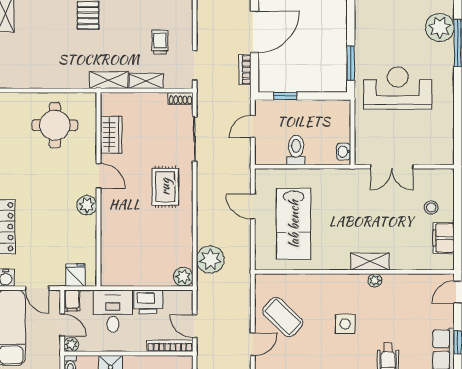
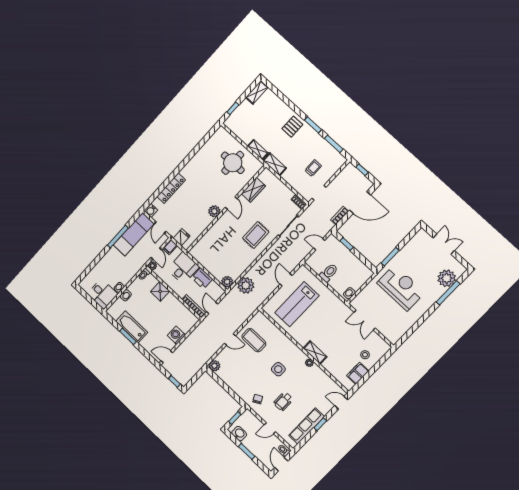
shelving: (146, 81) -> (258, 150), moved
coffee table: (283, 317) -> (254, 340), turned -44

